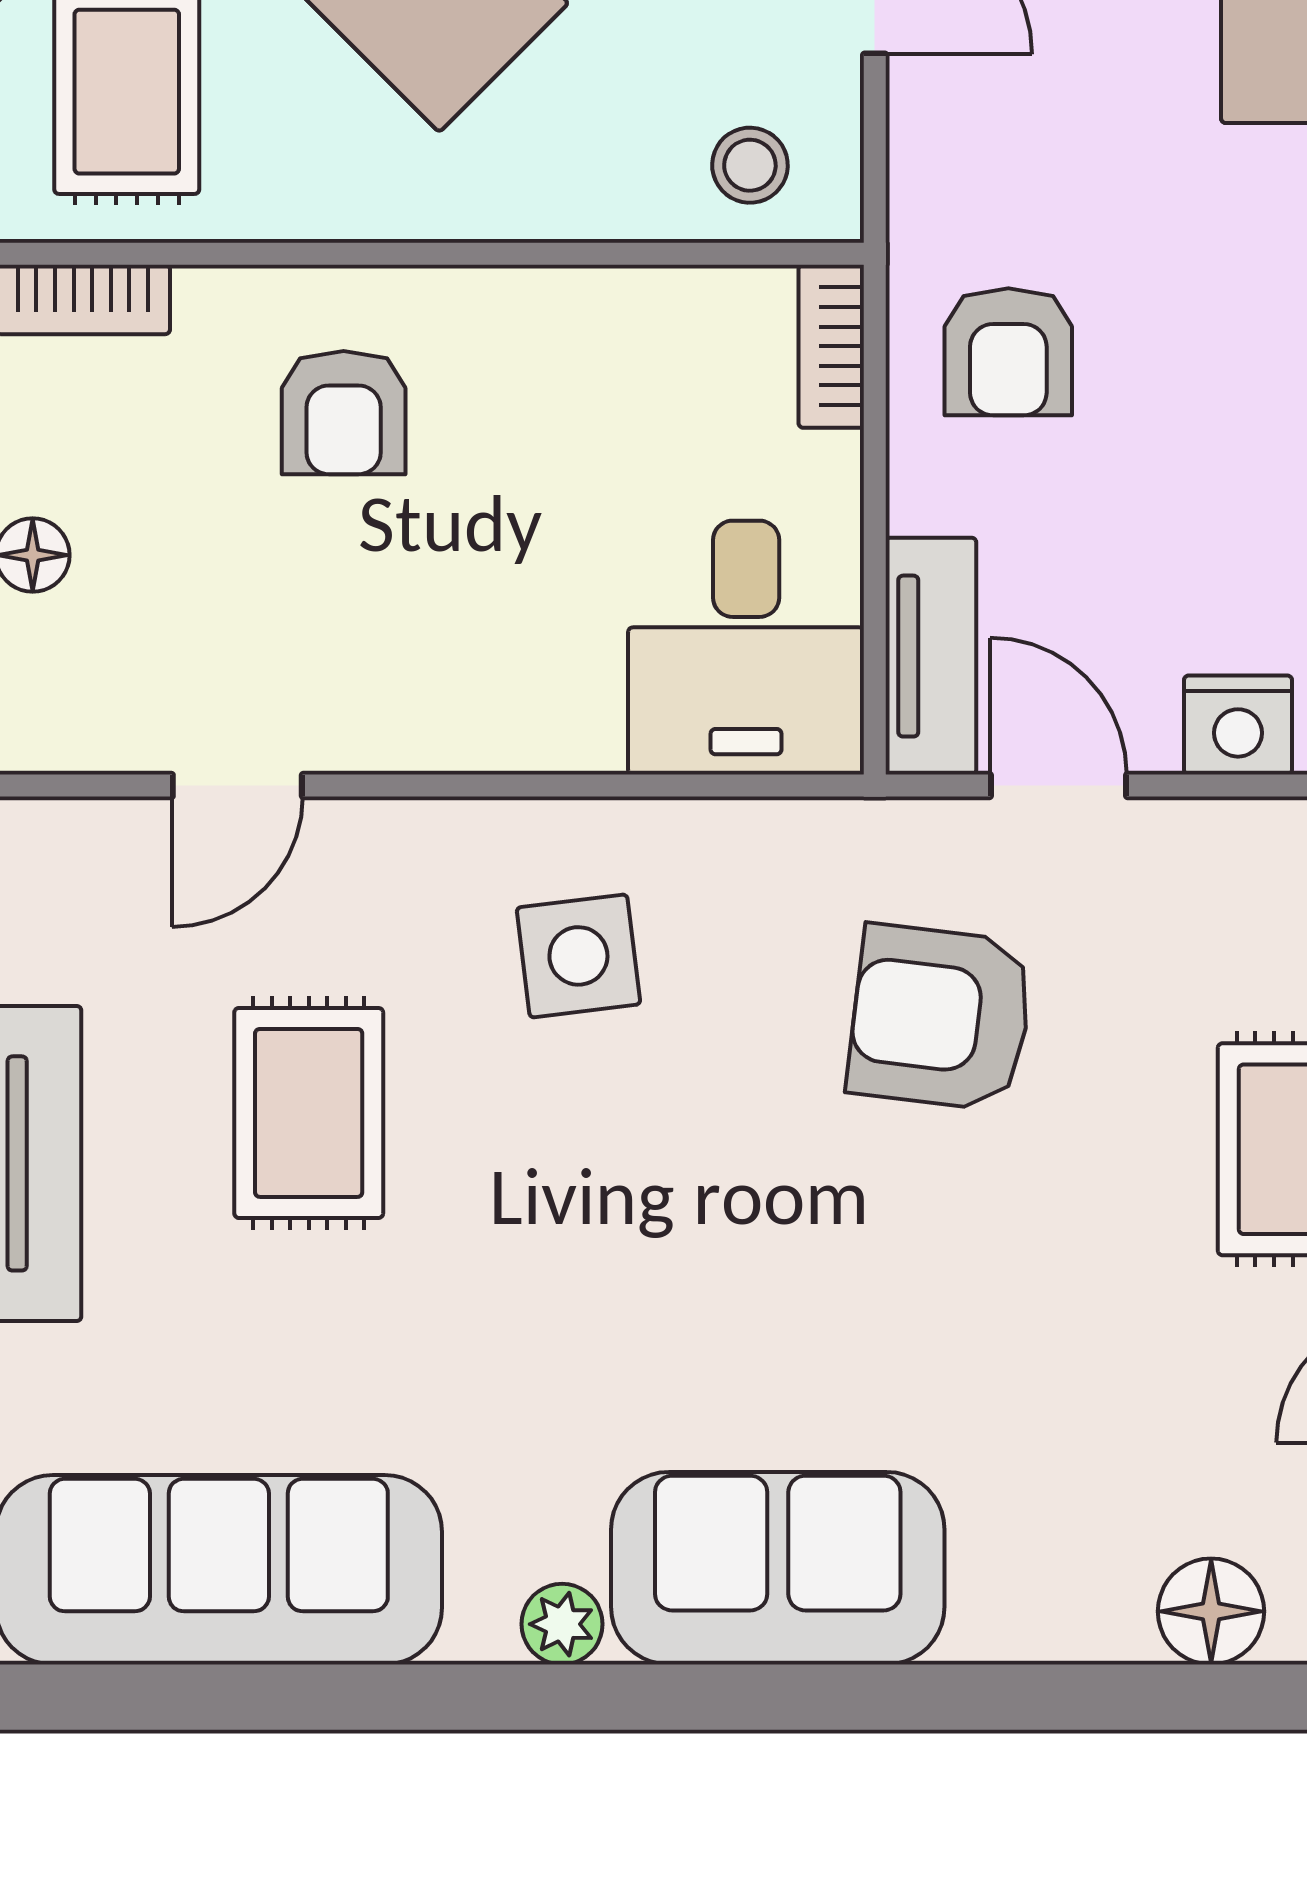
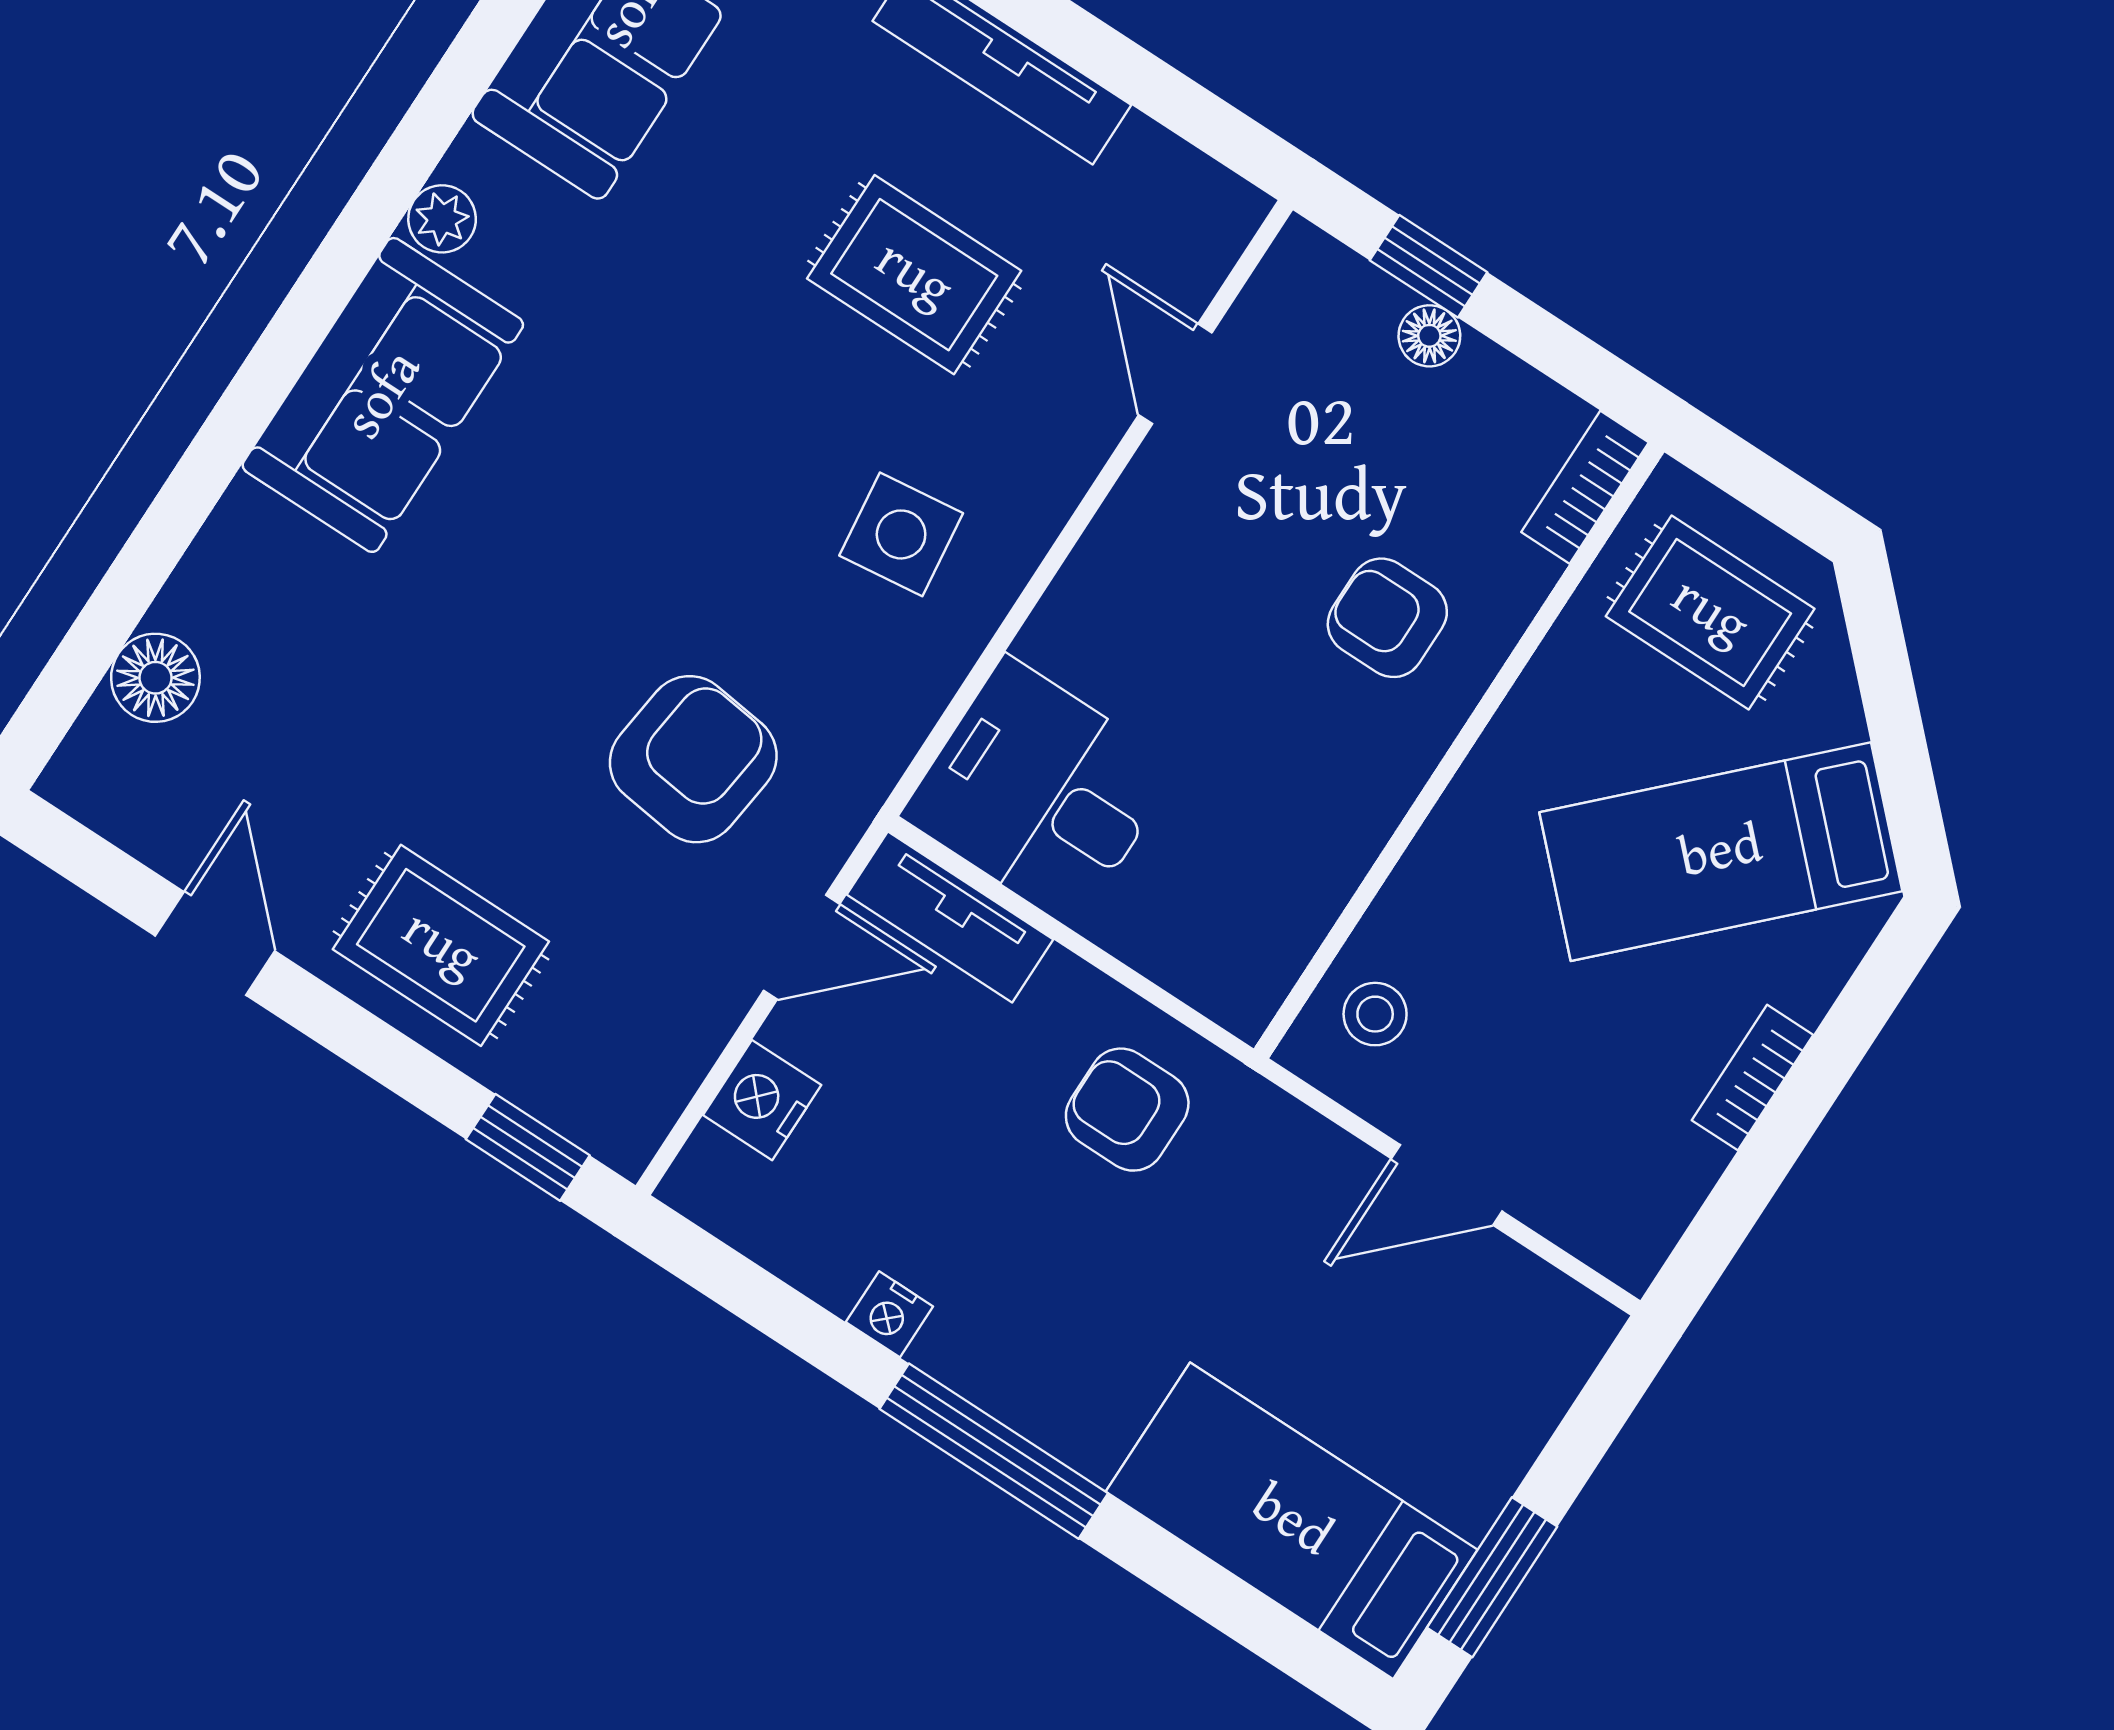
bookcase: (831, 346) -> (1212, 988), removed

